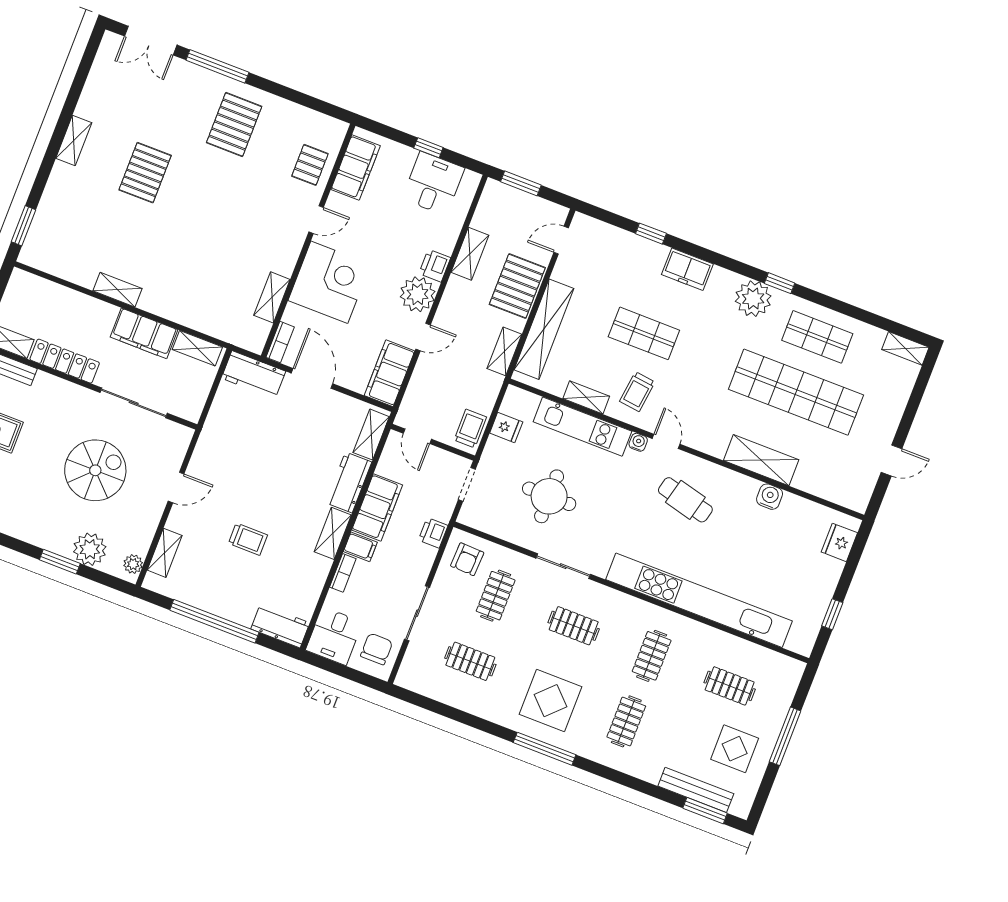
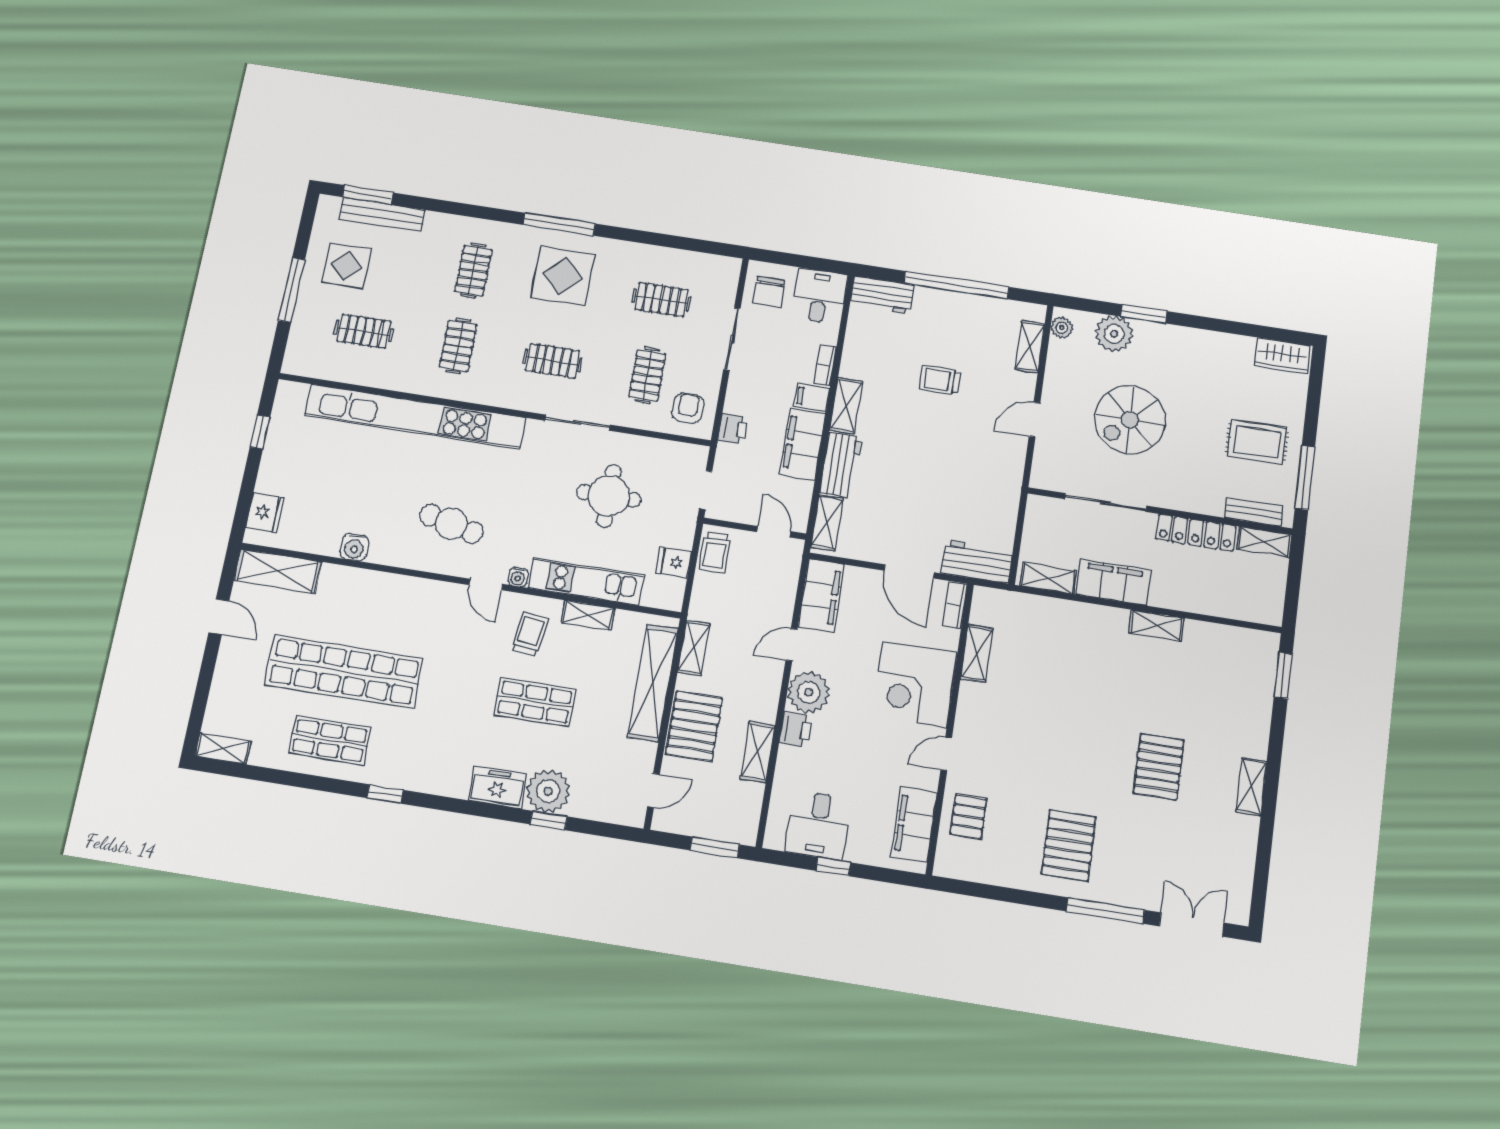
plant: (753, 299) -> (548, 791), moved
shelving: (761, 460) -> (278, 571), moved
door: (892, 460) -> (219, 617), swing flipped

